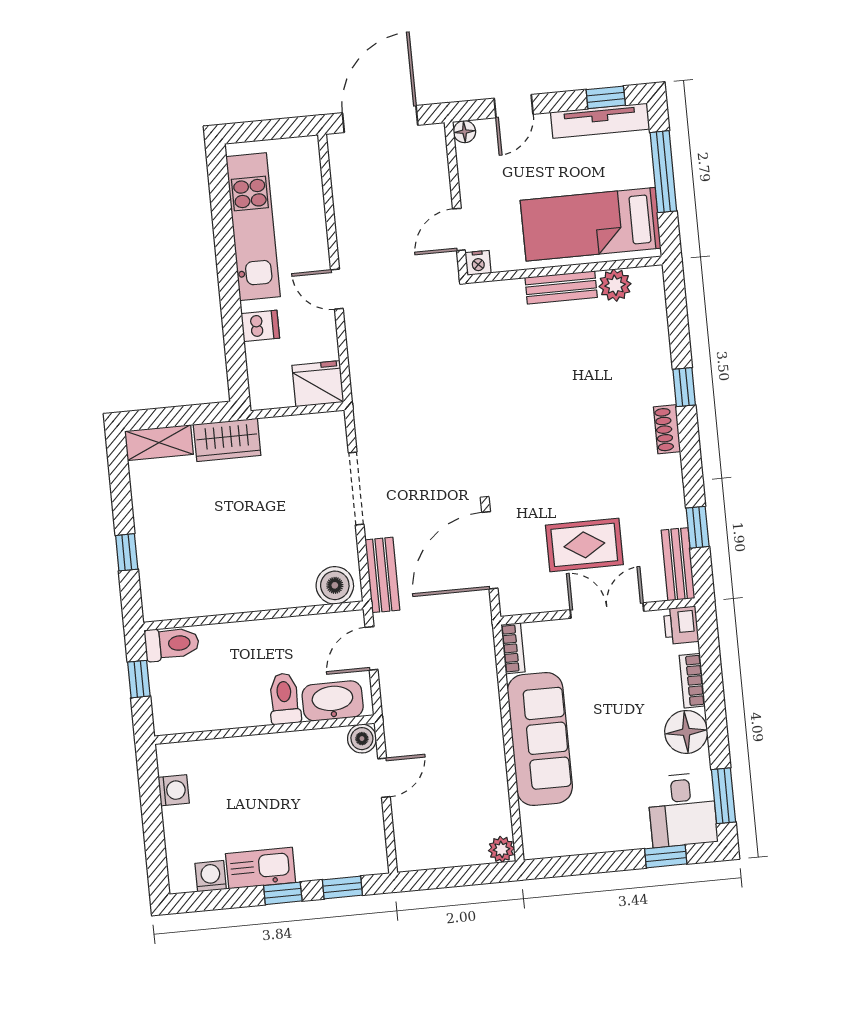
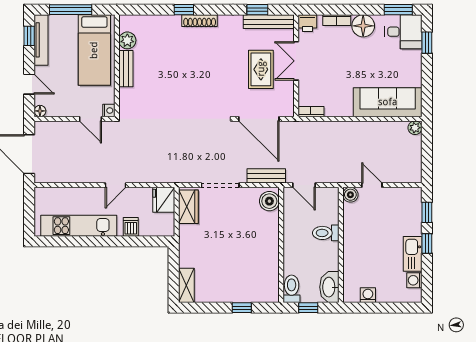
shoe rack: (667, 429) -> (200, 21), width x1.43
wardrobe: (227, 440) -> (188, 207), moved
bench: (678, 564) -> (269, 22), width x1.36
washbasin: (333, 701) -> (329, 287), moved
sofa: (540, 739) -> (388, 102), moved

